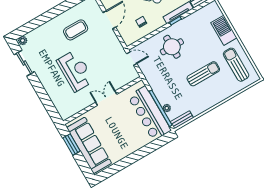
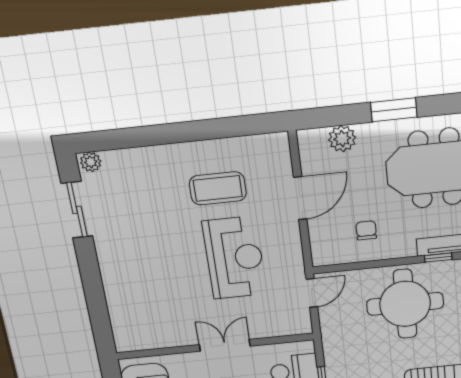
round table: (172, 47) -> (405, 304), width x1.36, depth x1.36
door: (132, 59) -> (312, 293), hinge flipped
reception desk: (75, 71) -> (235, 258), moved

